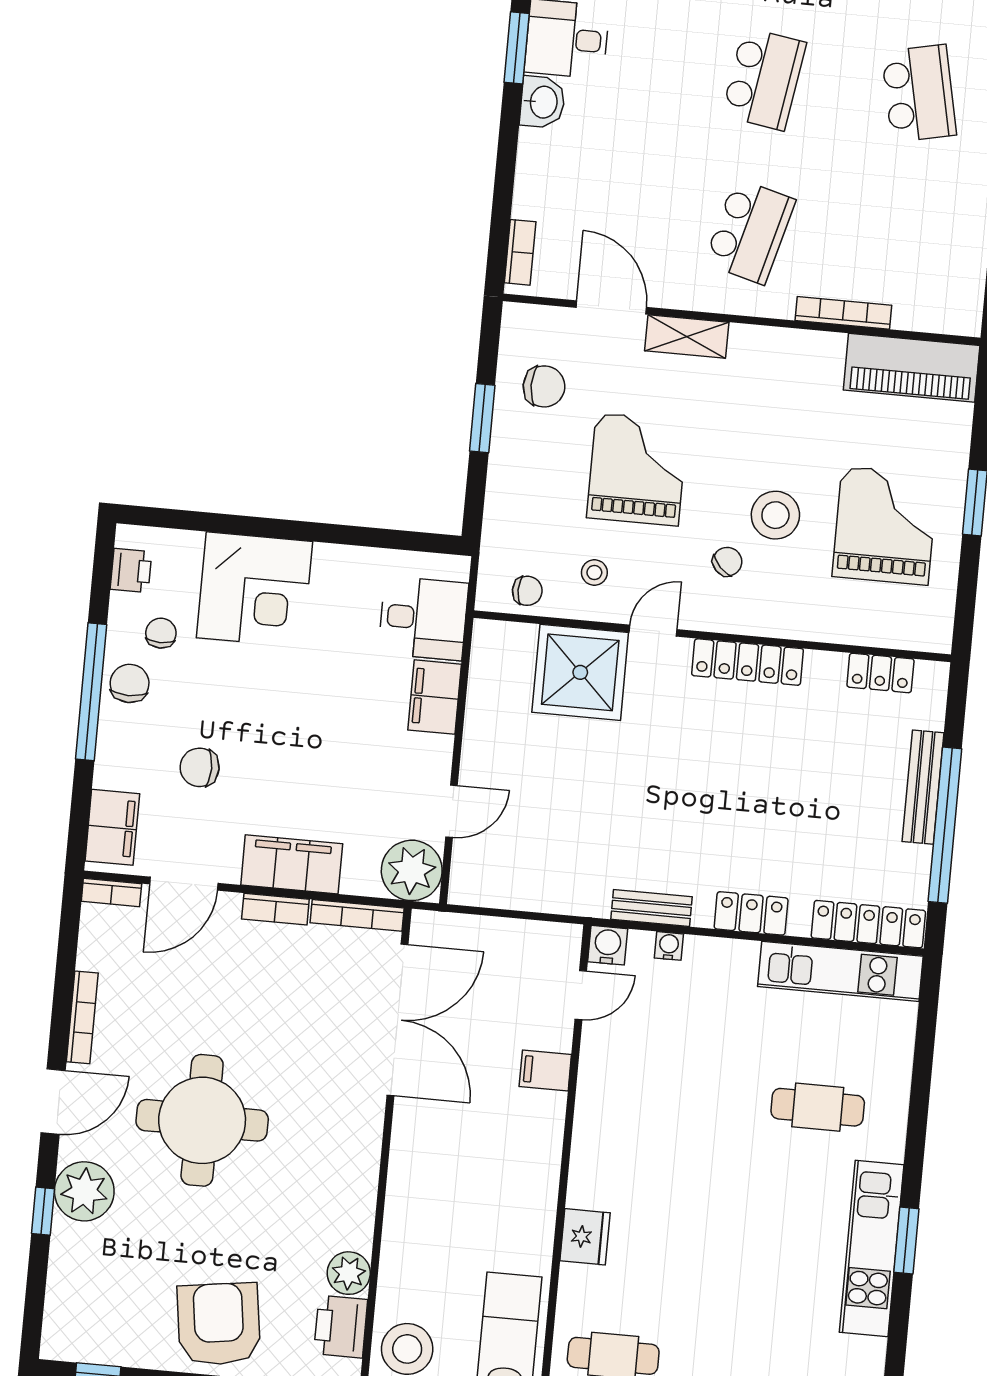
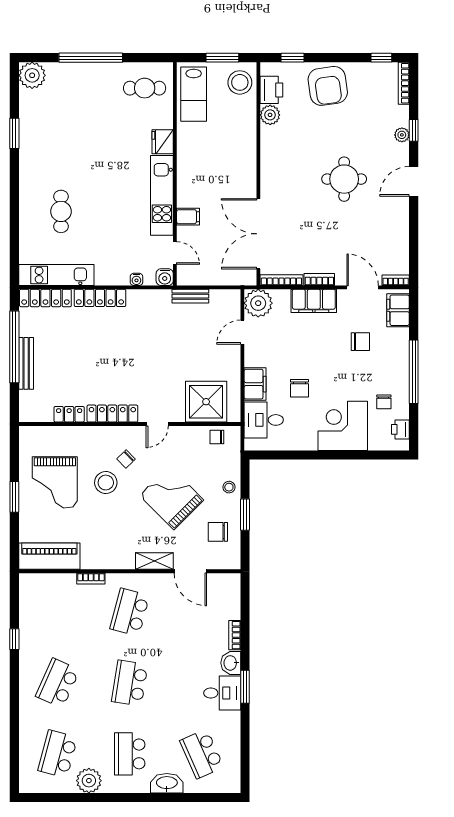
school desk: (919, 93) -> (58, 683), turned 36
bookcase: (520, 252) -> (235, 635), moved
bookcase: (843, 313) -> (91, 579), width x0.64
grand piano: (637, 469) -> (171, 498), turned 135
stool: (594, 573) -> (229, 487), moved
shower: (580, 672) -> (206, 402), moved
locker: (880, 673) -> (69, 414), moved
chair: (130, 683) -> (299, 388), moved
door: (184, 884) -> (363, 287), hinge flipped
bench: (652, 908) -> (190, 296), moved
locker: (751, 913) -> (100, 298), width x1.53
door: (581, 995) -> (175, 253), swing flipped
bookcase: (82, 1017) -> (404, 83), moved
cafe table: (818, 1107) -> (61, 211), turned 90
round table: (202, 1120) -> (344, 179), width x0.73, depth x0.73
plant: (84, 1191) -> (402, 135), width x0.53, depth x0.53
window: (906, 1240) -> (14, 133), moved
kitchen unit: (872, 1249) -> (162, 195), moved, turned 180

